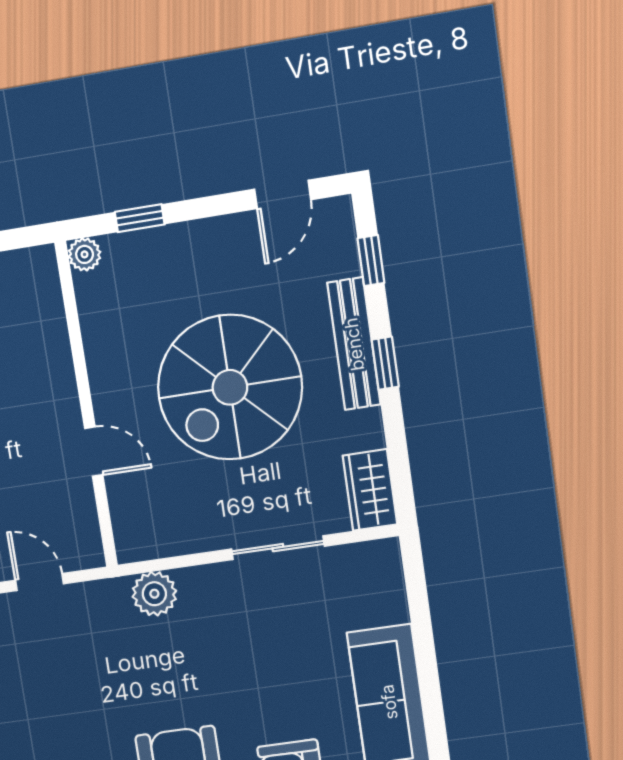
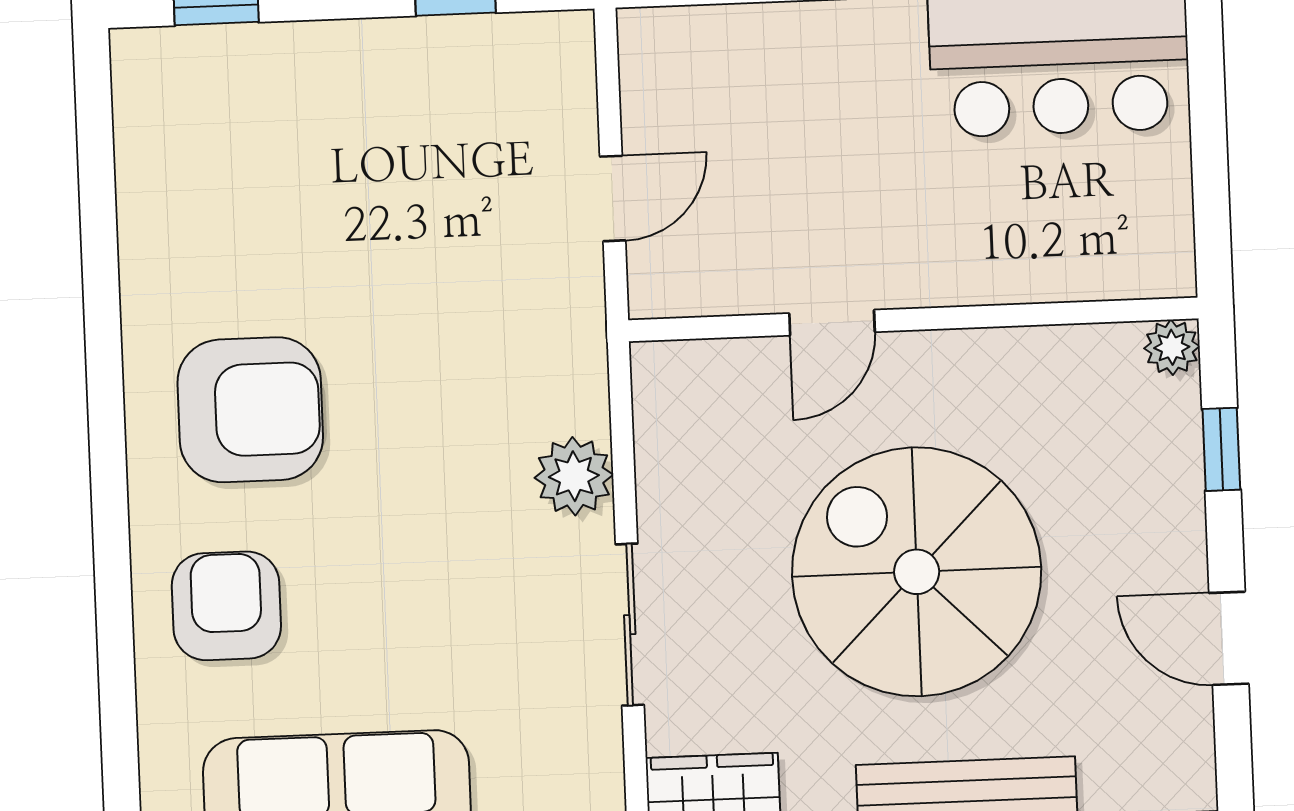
door: (283, 194) -> (1229, 638), moved
plant: (154, 594) -> (574, 476), moved

